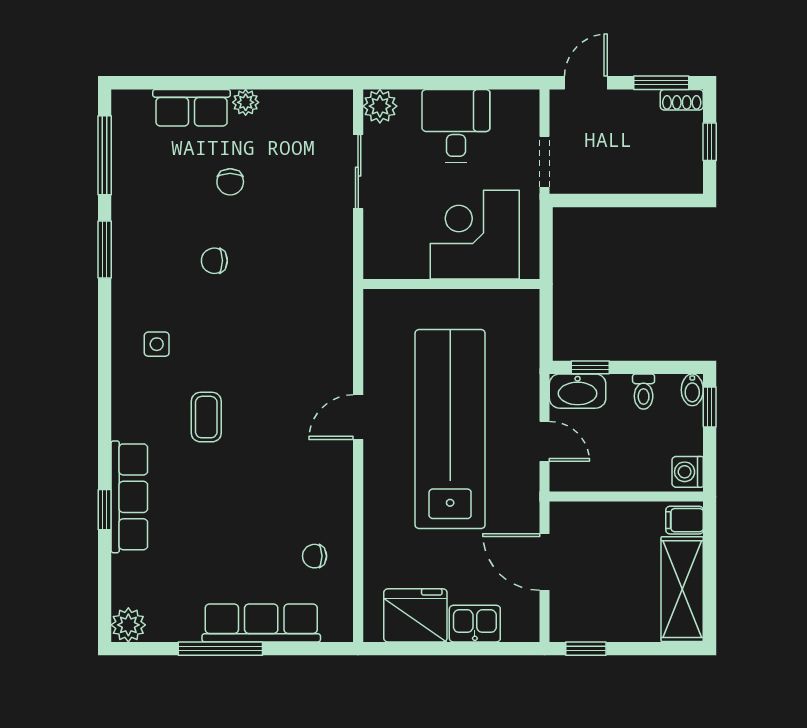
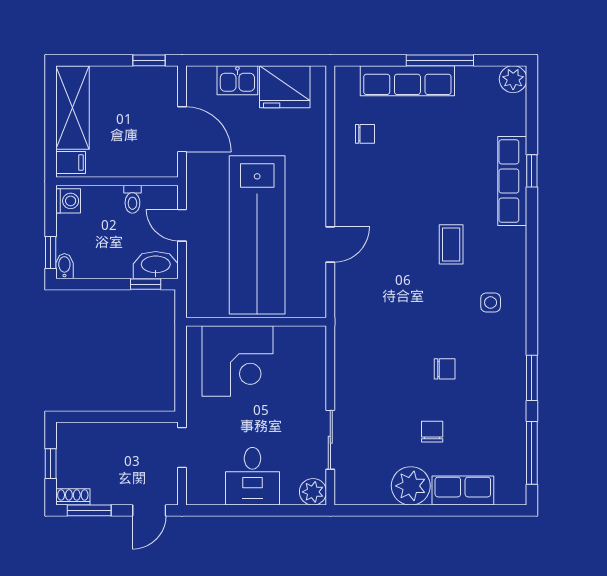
plant: (246, 102) -> (411, 486), width x1.87, depth x1.87
corner desk: (475, 235) -> (238, 361), moved
wall: (451, 284) -> (256, 322), moved
toilet: (644, 392) -> (132, 199), moved, turned 180

